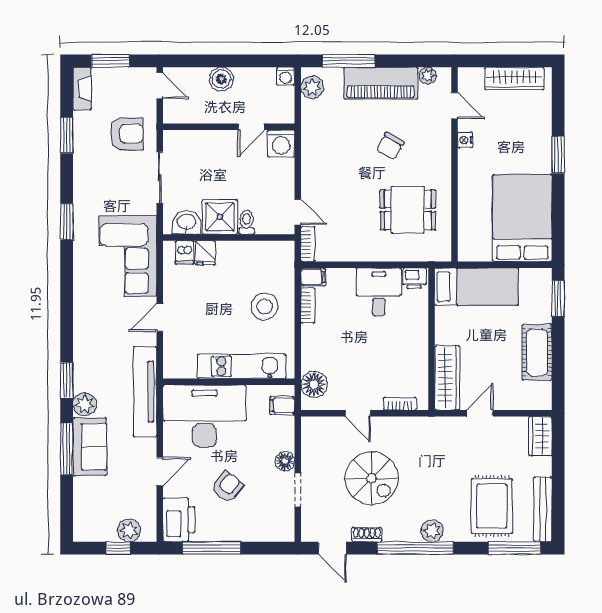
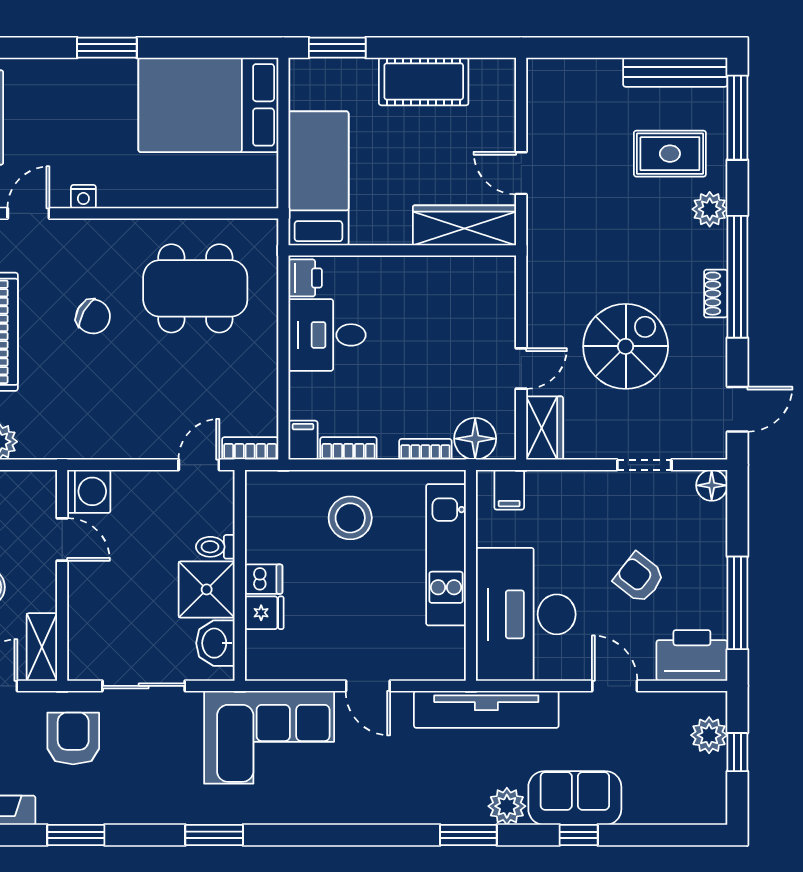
shelving: (184, 114) -> (42, 647), added
dining table: (408, 210) -> (195, 288), width x1.37
dishwasher: (184, 252) -> (264, 579), moved
bookcase: (400, 404) -> (425, 449), moved, turned 90
wardrobe: (540, 436) -> (545, 428), moved, turned -90
window: (67, 449) -> (579, 835), width x0.46
floor lamp: (285, 461) -> (712, 485), moved
rug: (492, 506) -> (670, 154), width x0.73, depth x0.70
plant: (432, 531) -> (710, 209), moved
shoe rack: (367, 535) -> (716, 294), moved

